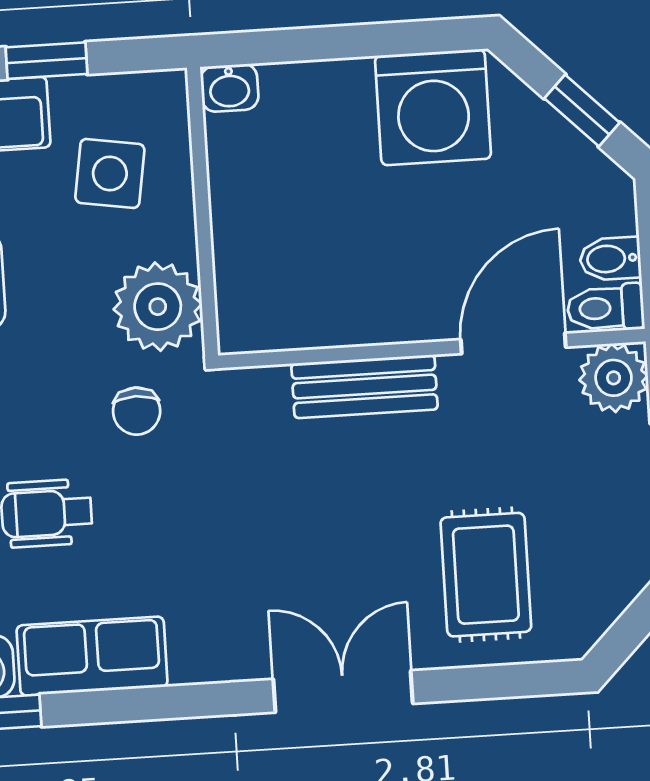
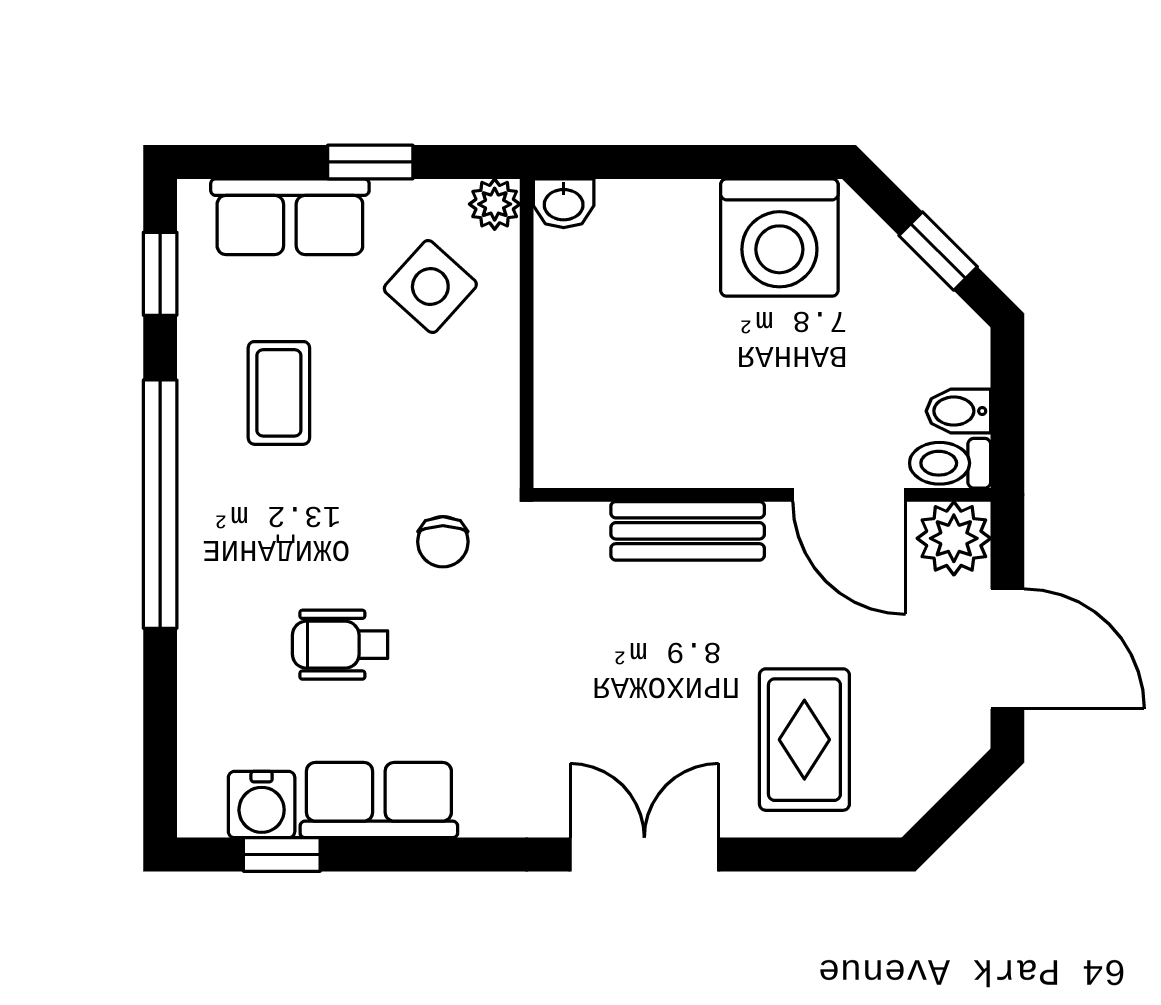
side table: (110, 173) -> (430, 287), turned 33
plant: (158, 307) -> (495, 204), moved, width x0.53, depth x0.53
door: (513, 343) -> (849, 495), swing flipped

